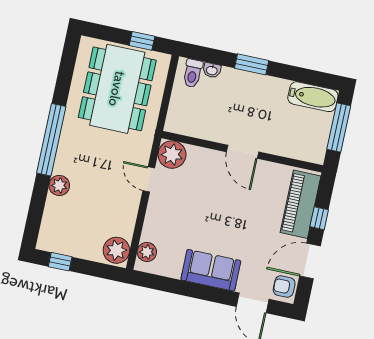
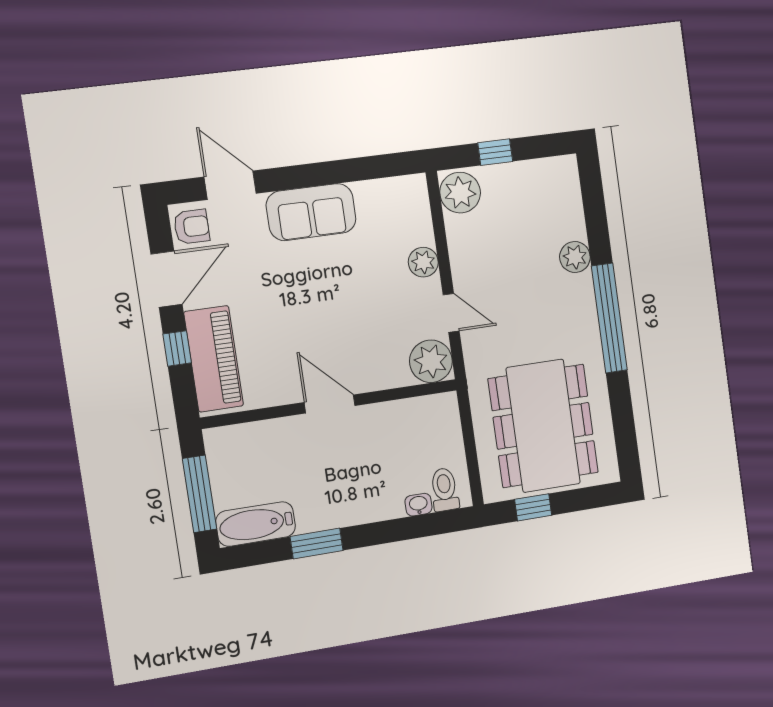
window: (252, 64) -> (317, 544), moved
plant: (147, 252) -> (423, 262), moved
window: (60, 262) -> (495, 152), moved

